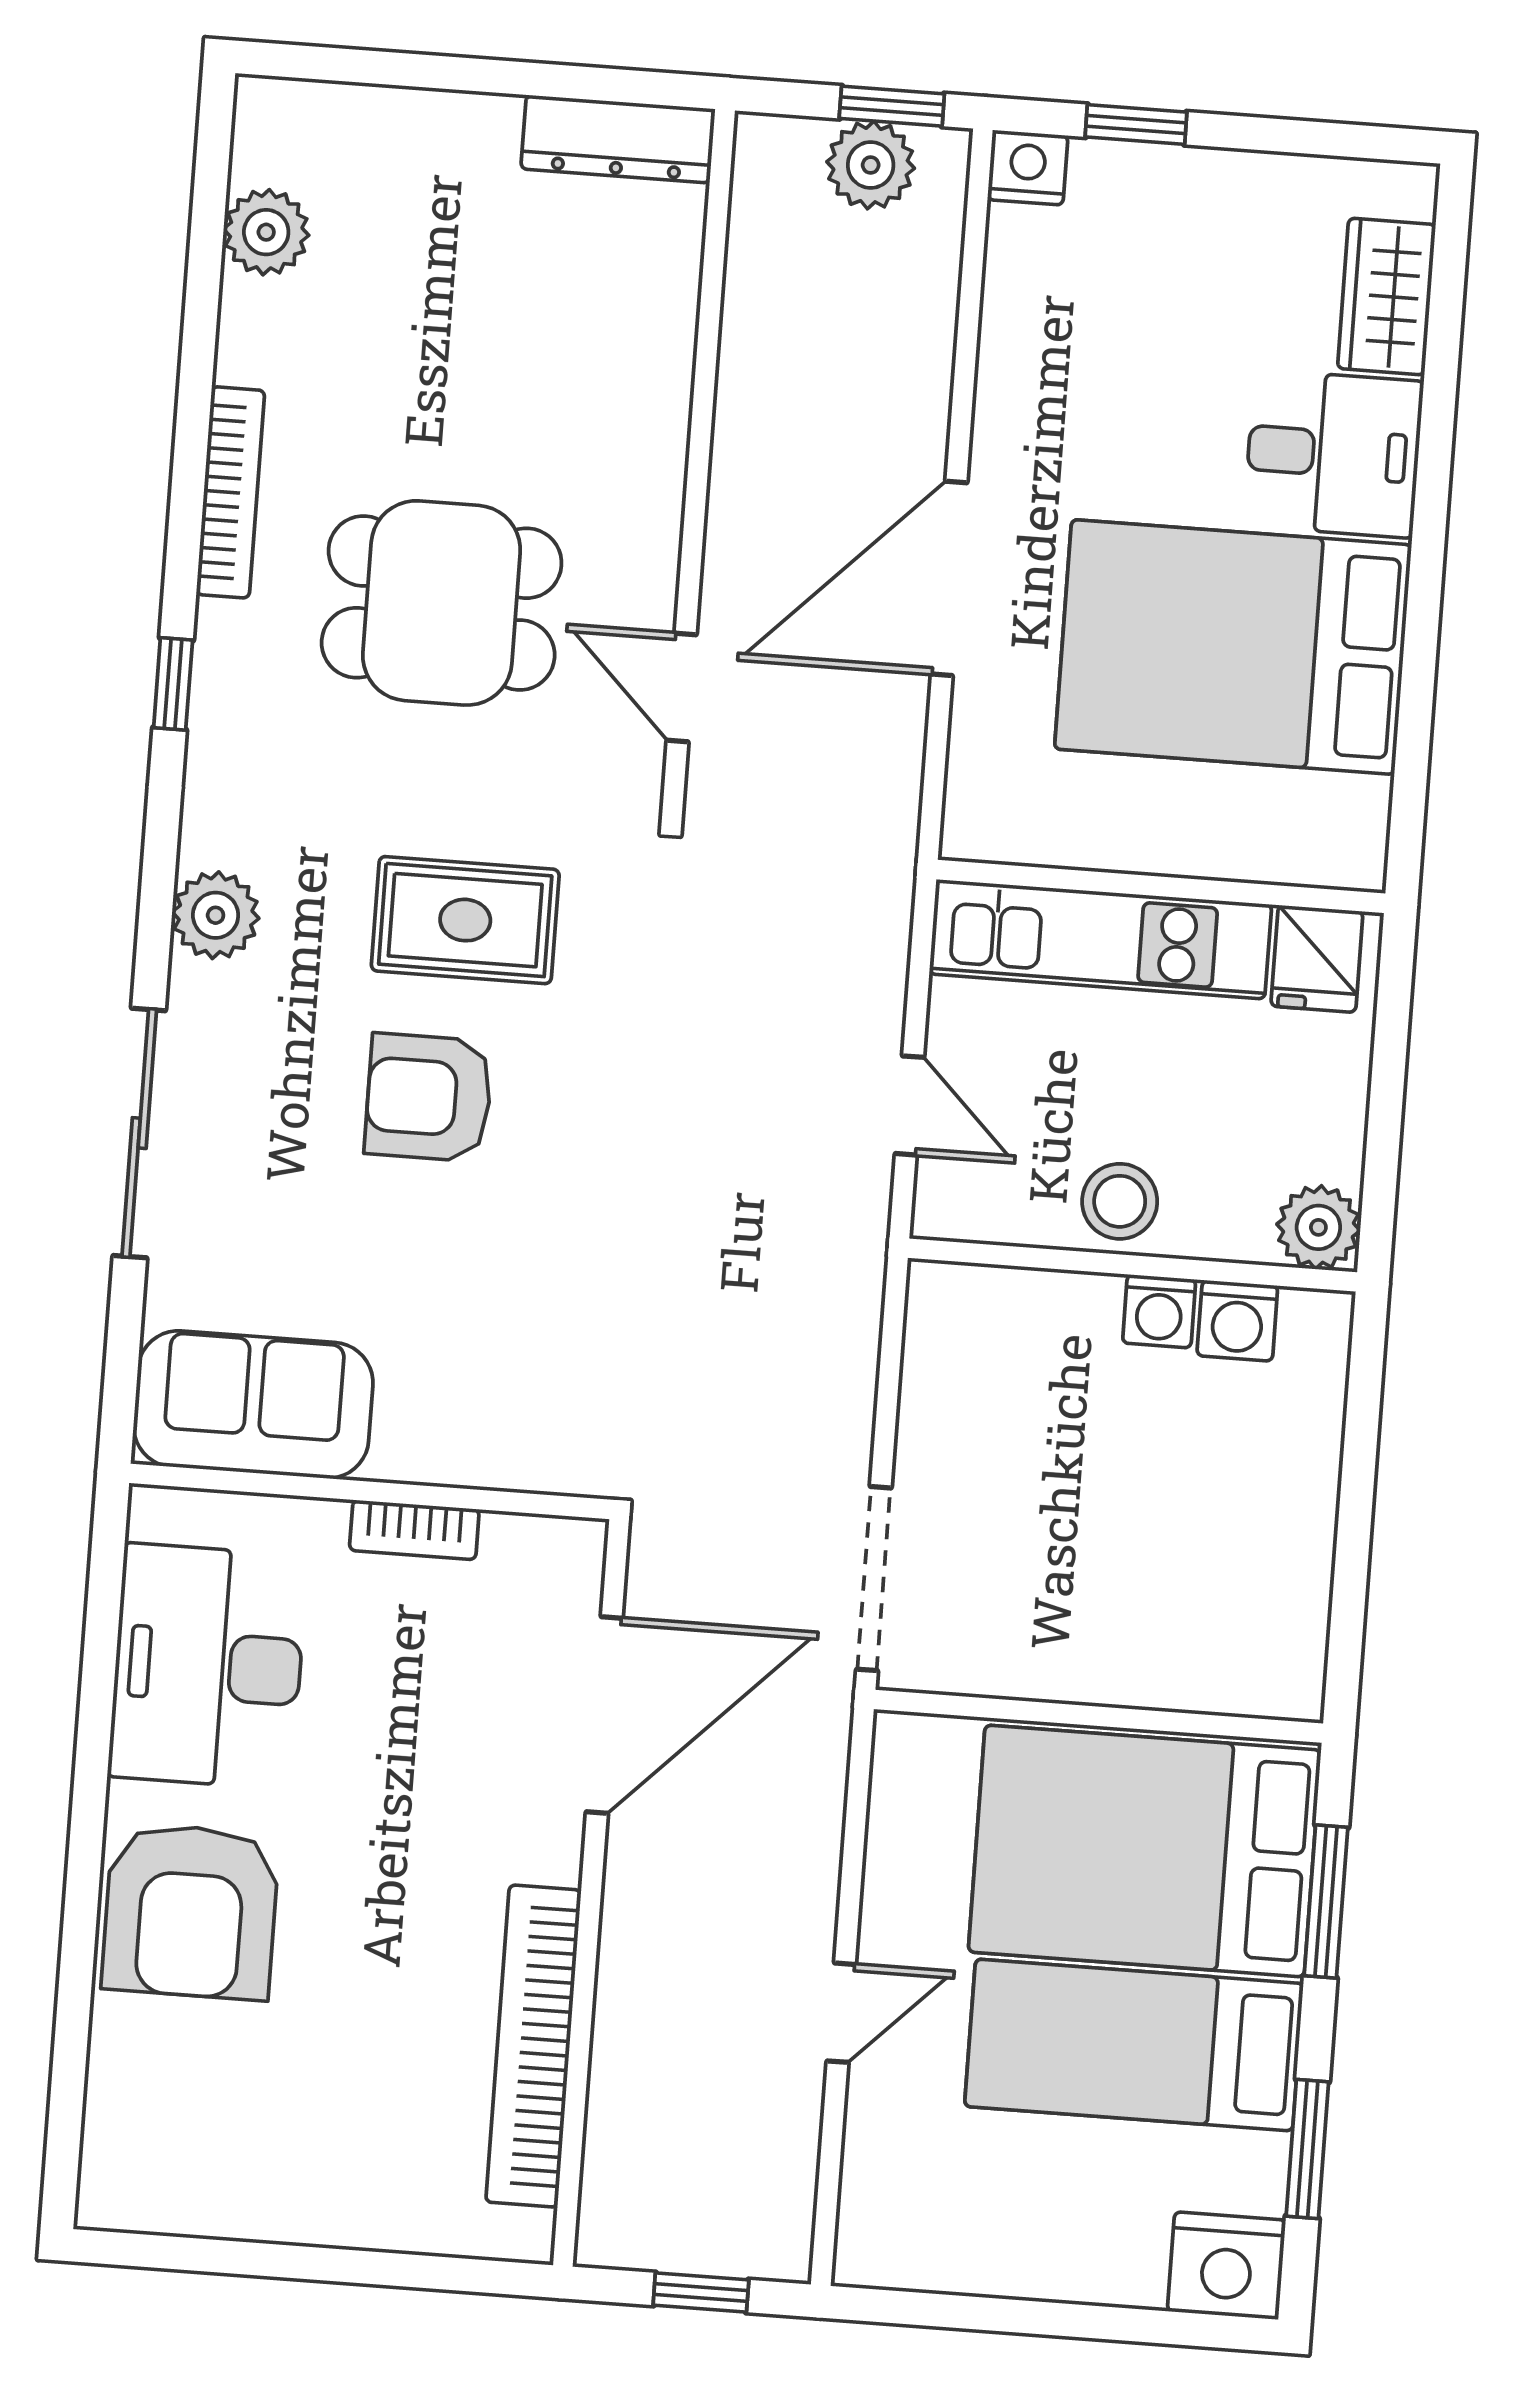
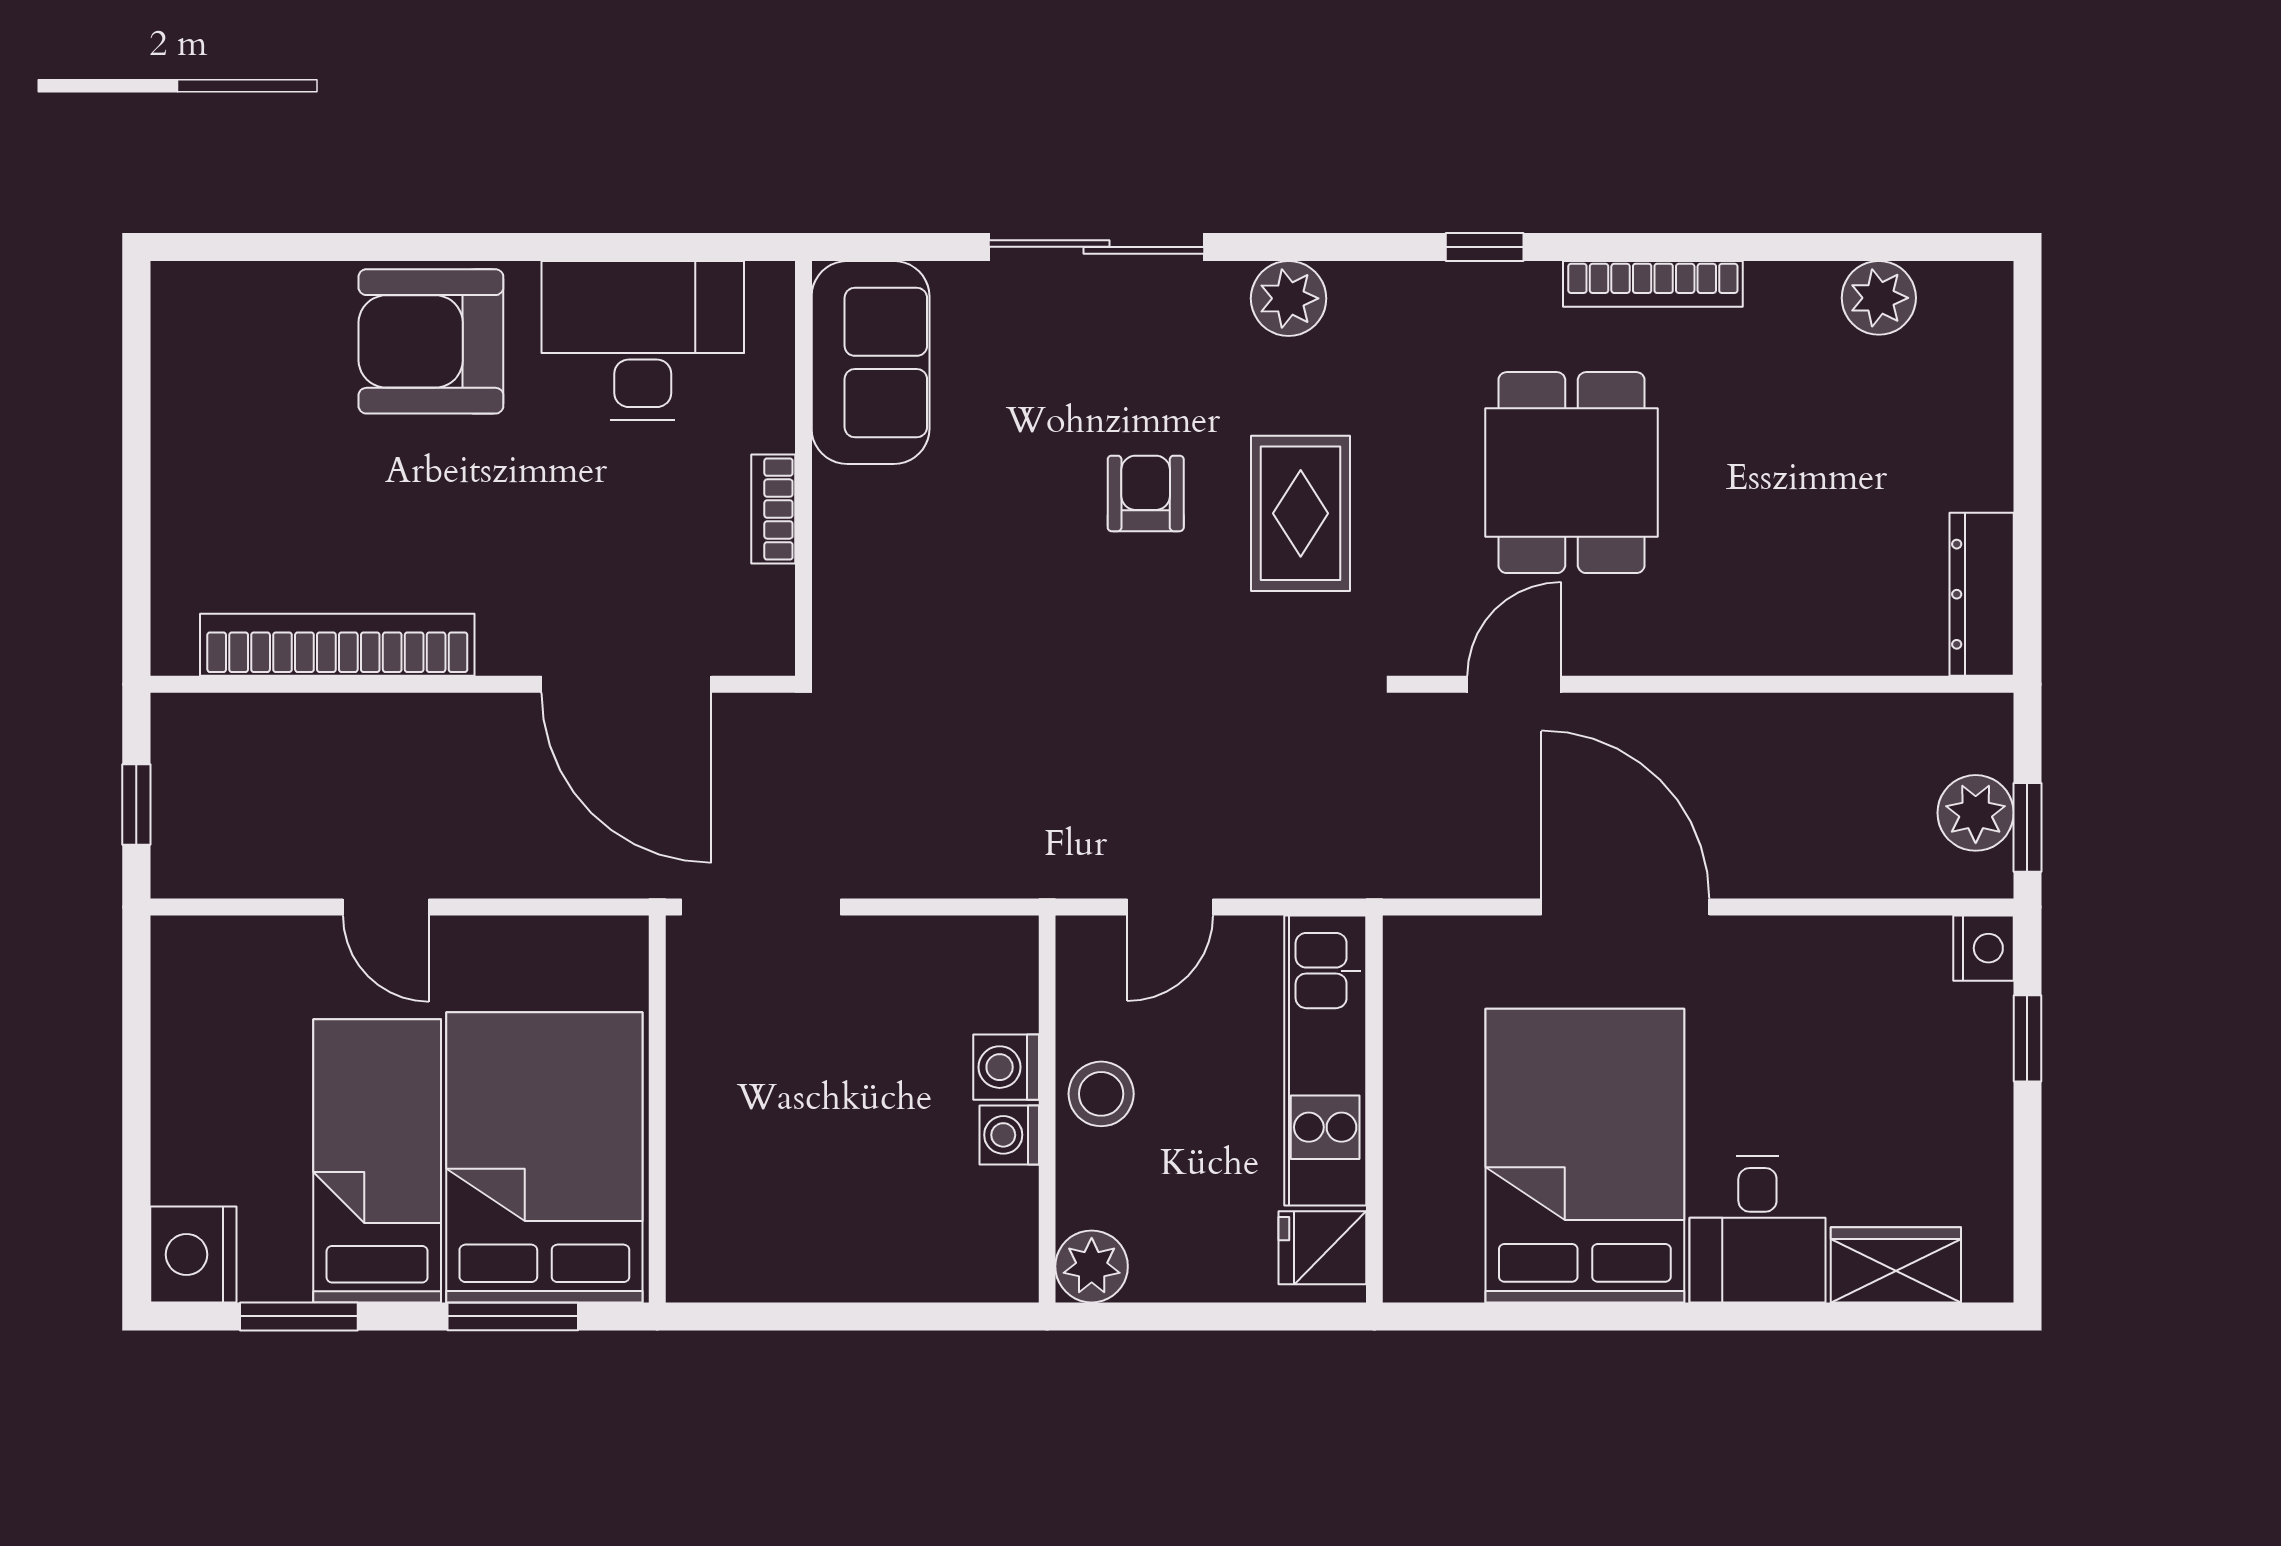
armchair: (429, 1098) -> (1146, 493), width x0.72, depth x0.72
washing machine: (1237, 1321) -> (1006, 1067), moved

